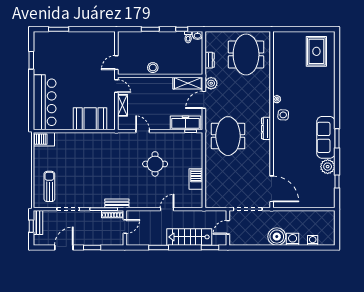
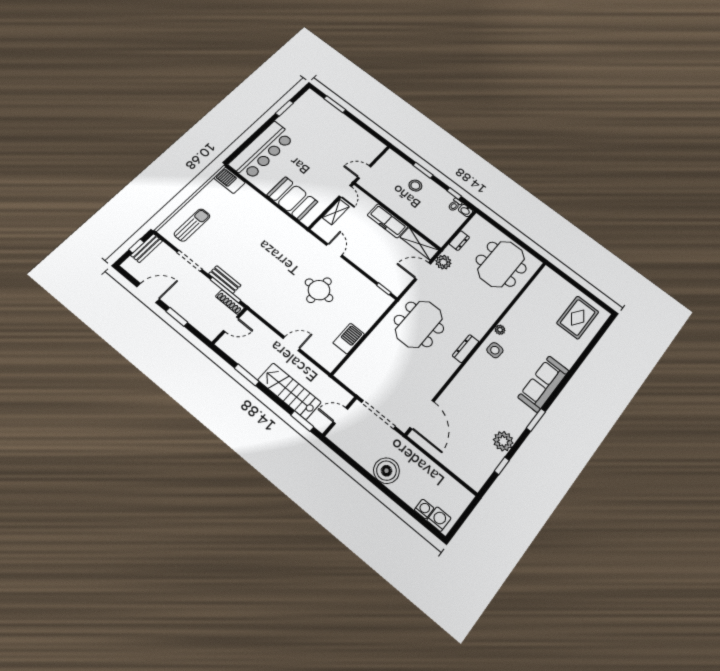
stool: (153, 68) -> (415, 186), moved
freezer: (185, 123) -> (388, 221), moved, turned 180
sofa: (326, 137) -> (543, 384), moved
bench: (117, 203) -> (225, 280), moved
washing machine: (293, 239) -> (439, 519), moved

